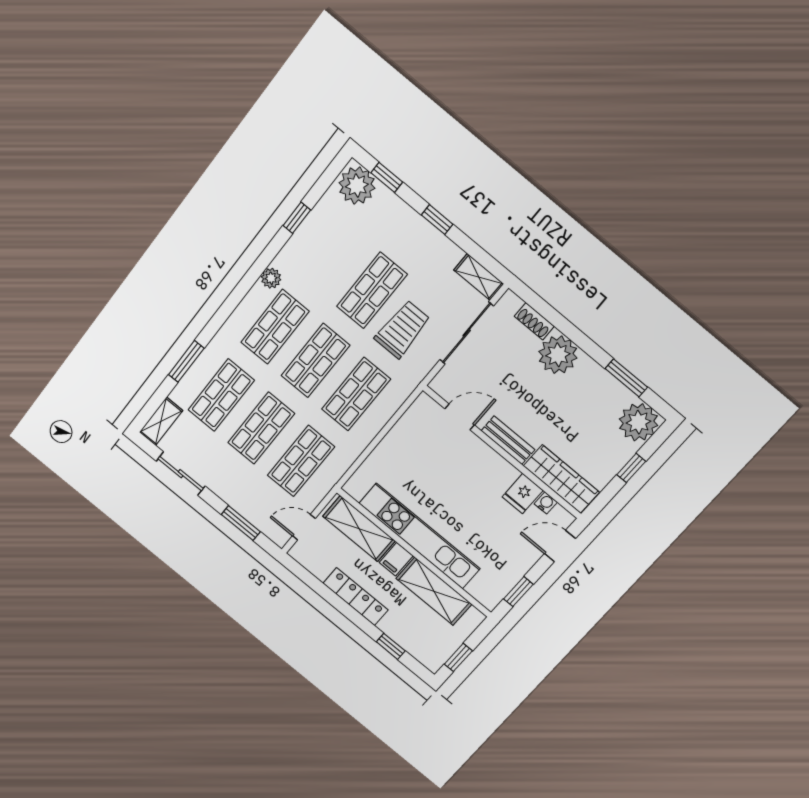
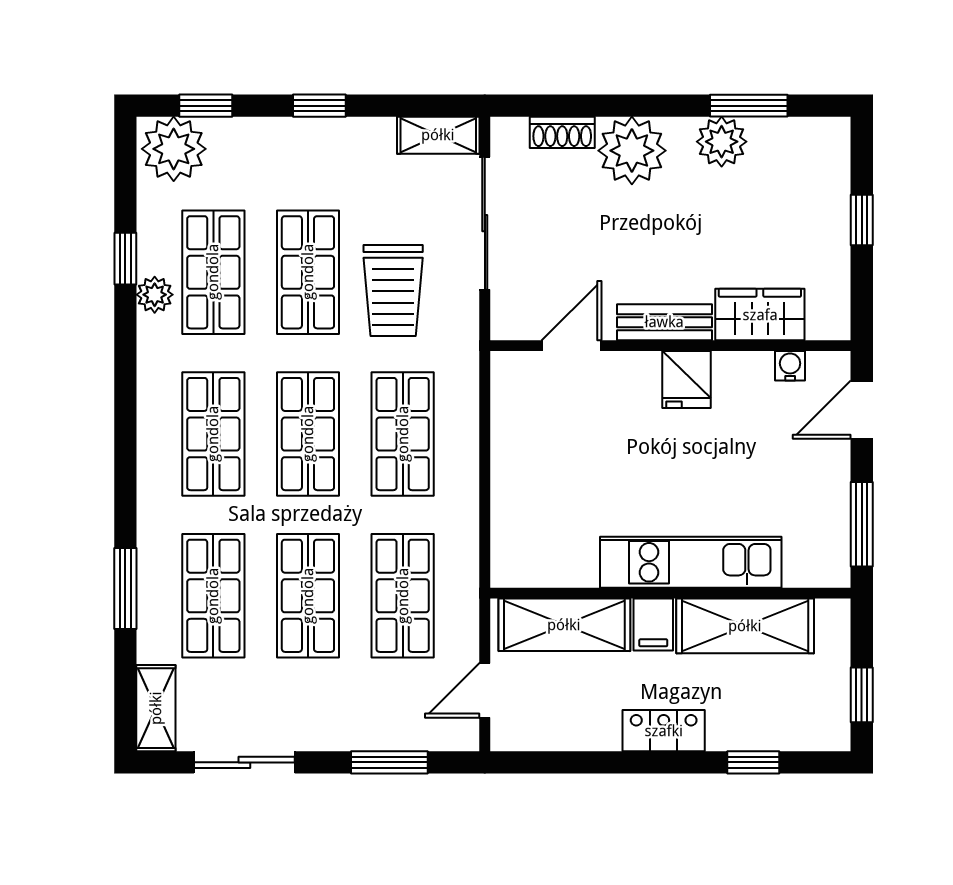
shop shelf: (331, 256) -> (213, 272), added
plant: (271, 278) -> (155, 295), moved
trolley: (402, 329) -> (393, 291), turned 180
plant: (638, 422) -> (722, 142), moved, width x0.73, depth x0.73
wardrobe: (561, 479) -> (760, 315), width x0.67
fridge: (523, 494) -> (686, 380), moved
kitchen unit: (419, 536) -> (691, 562), width x0.73
window: (518, 592) -> (862, 524), width x1.50
locker: (356, 597) -> (664, 731), width x0.66

